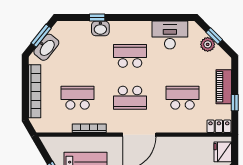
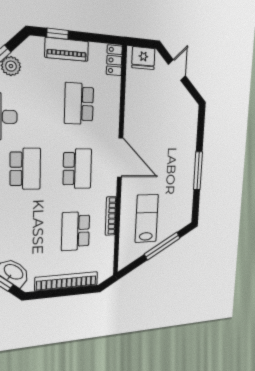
school desk: (130, 56) -> (25, 169), turned 180
window: (235, 103) -> (58, 34), moved

